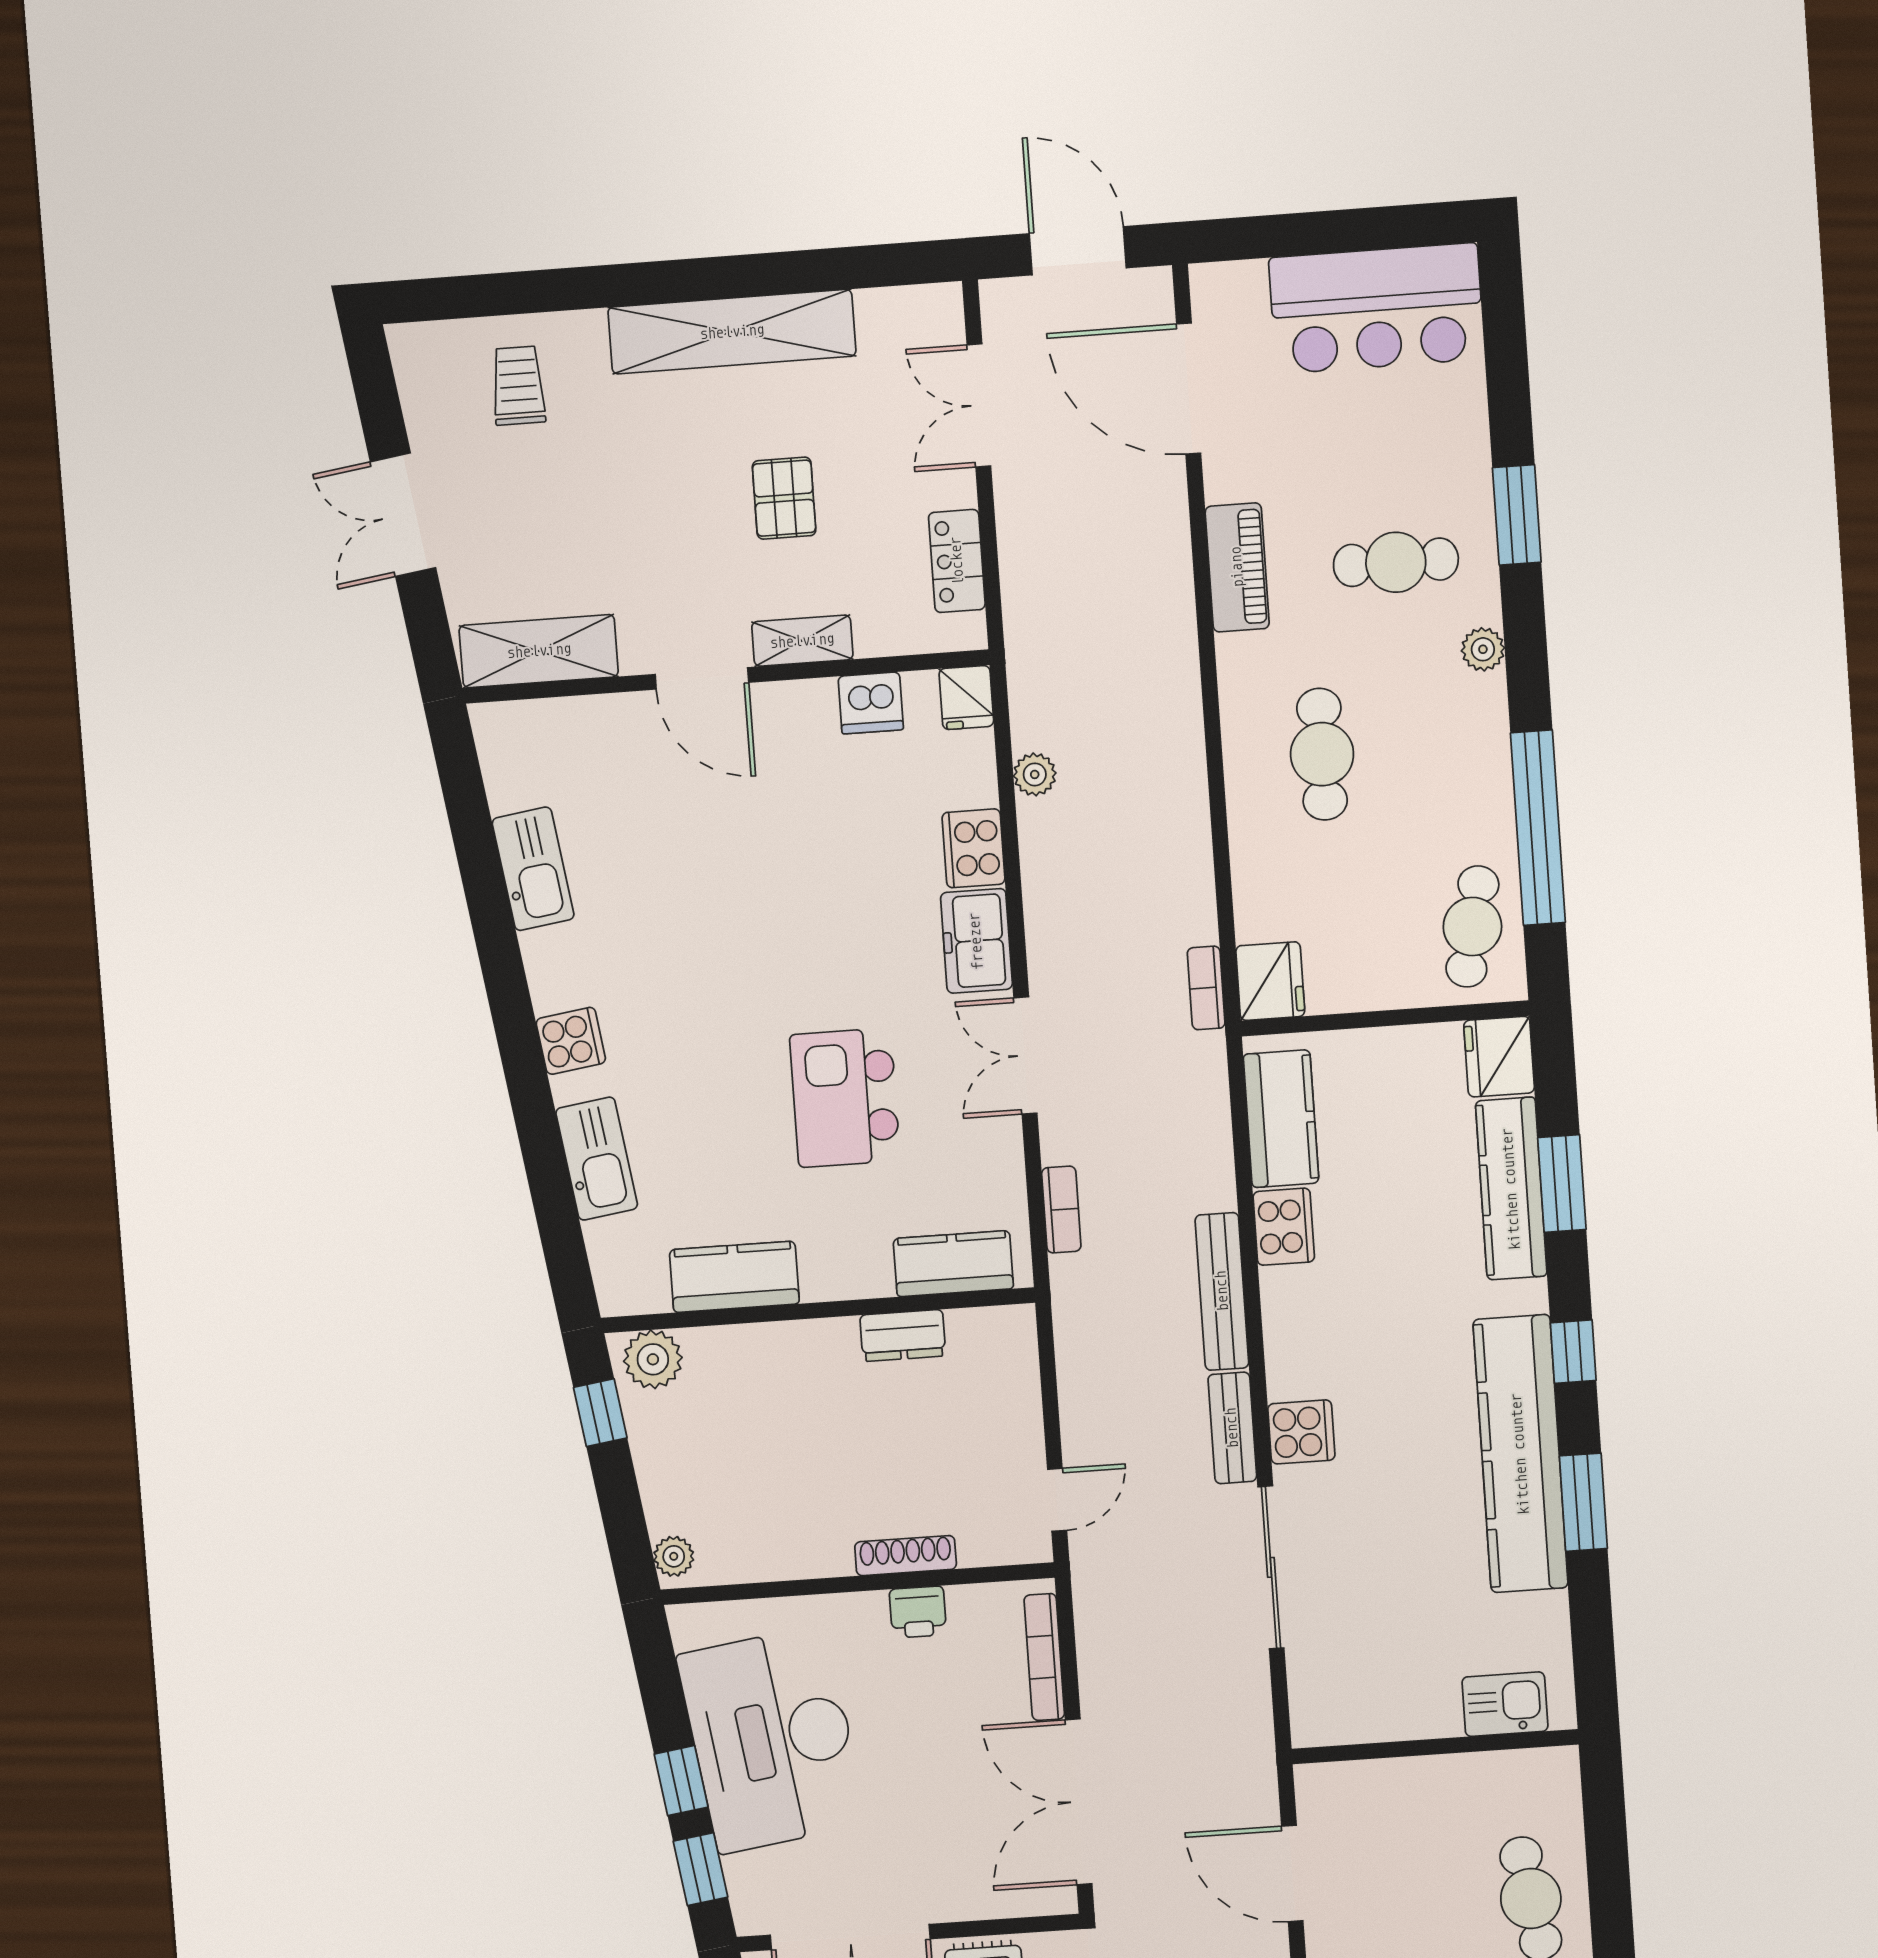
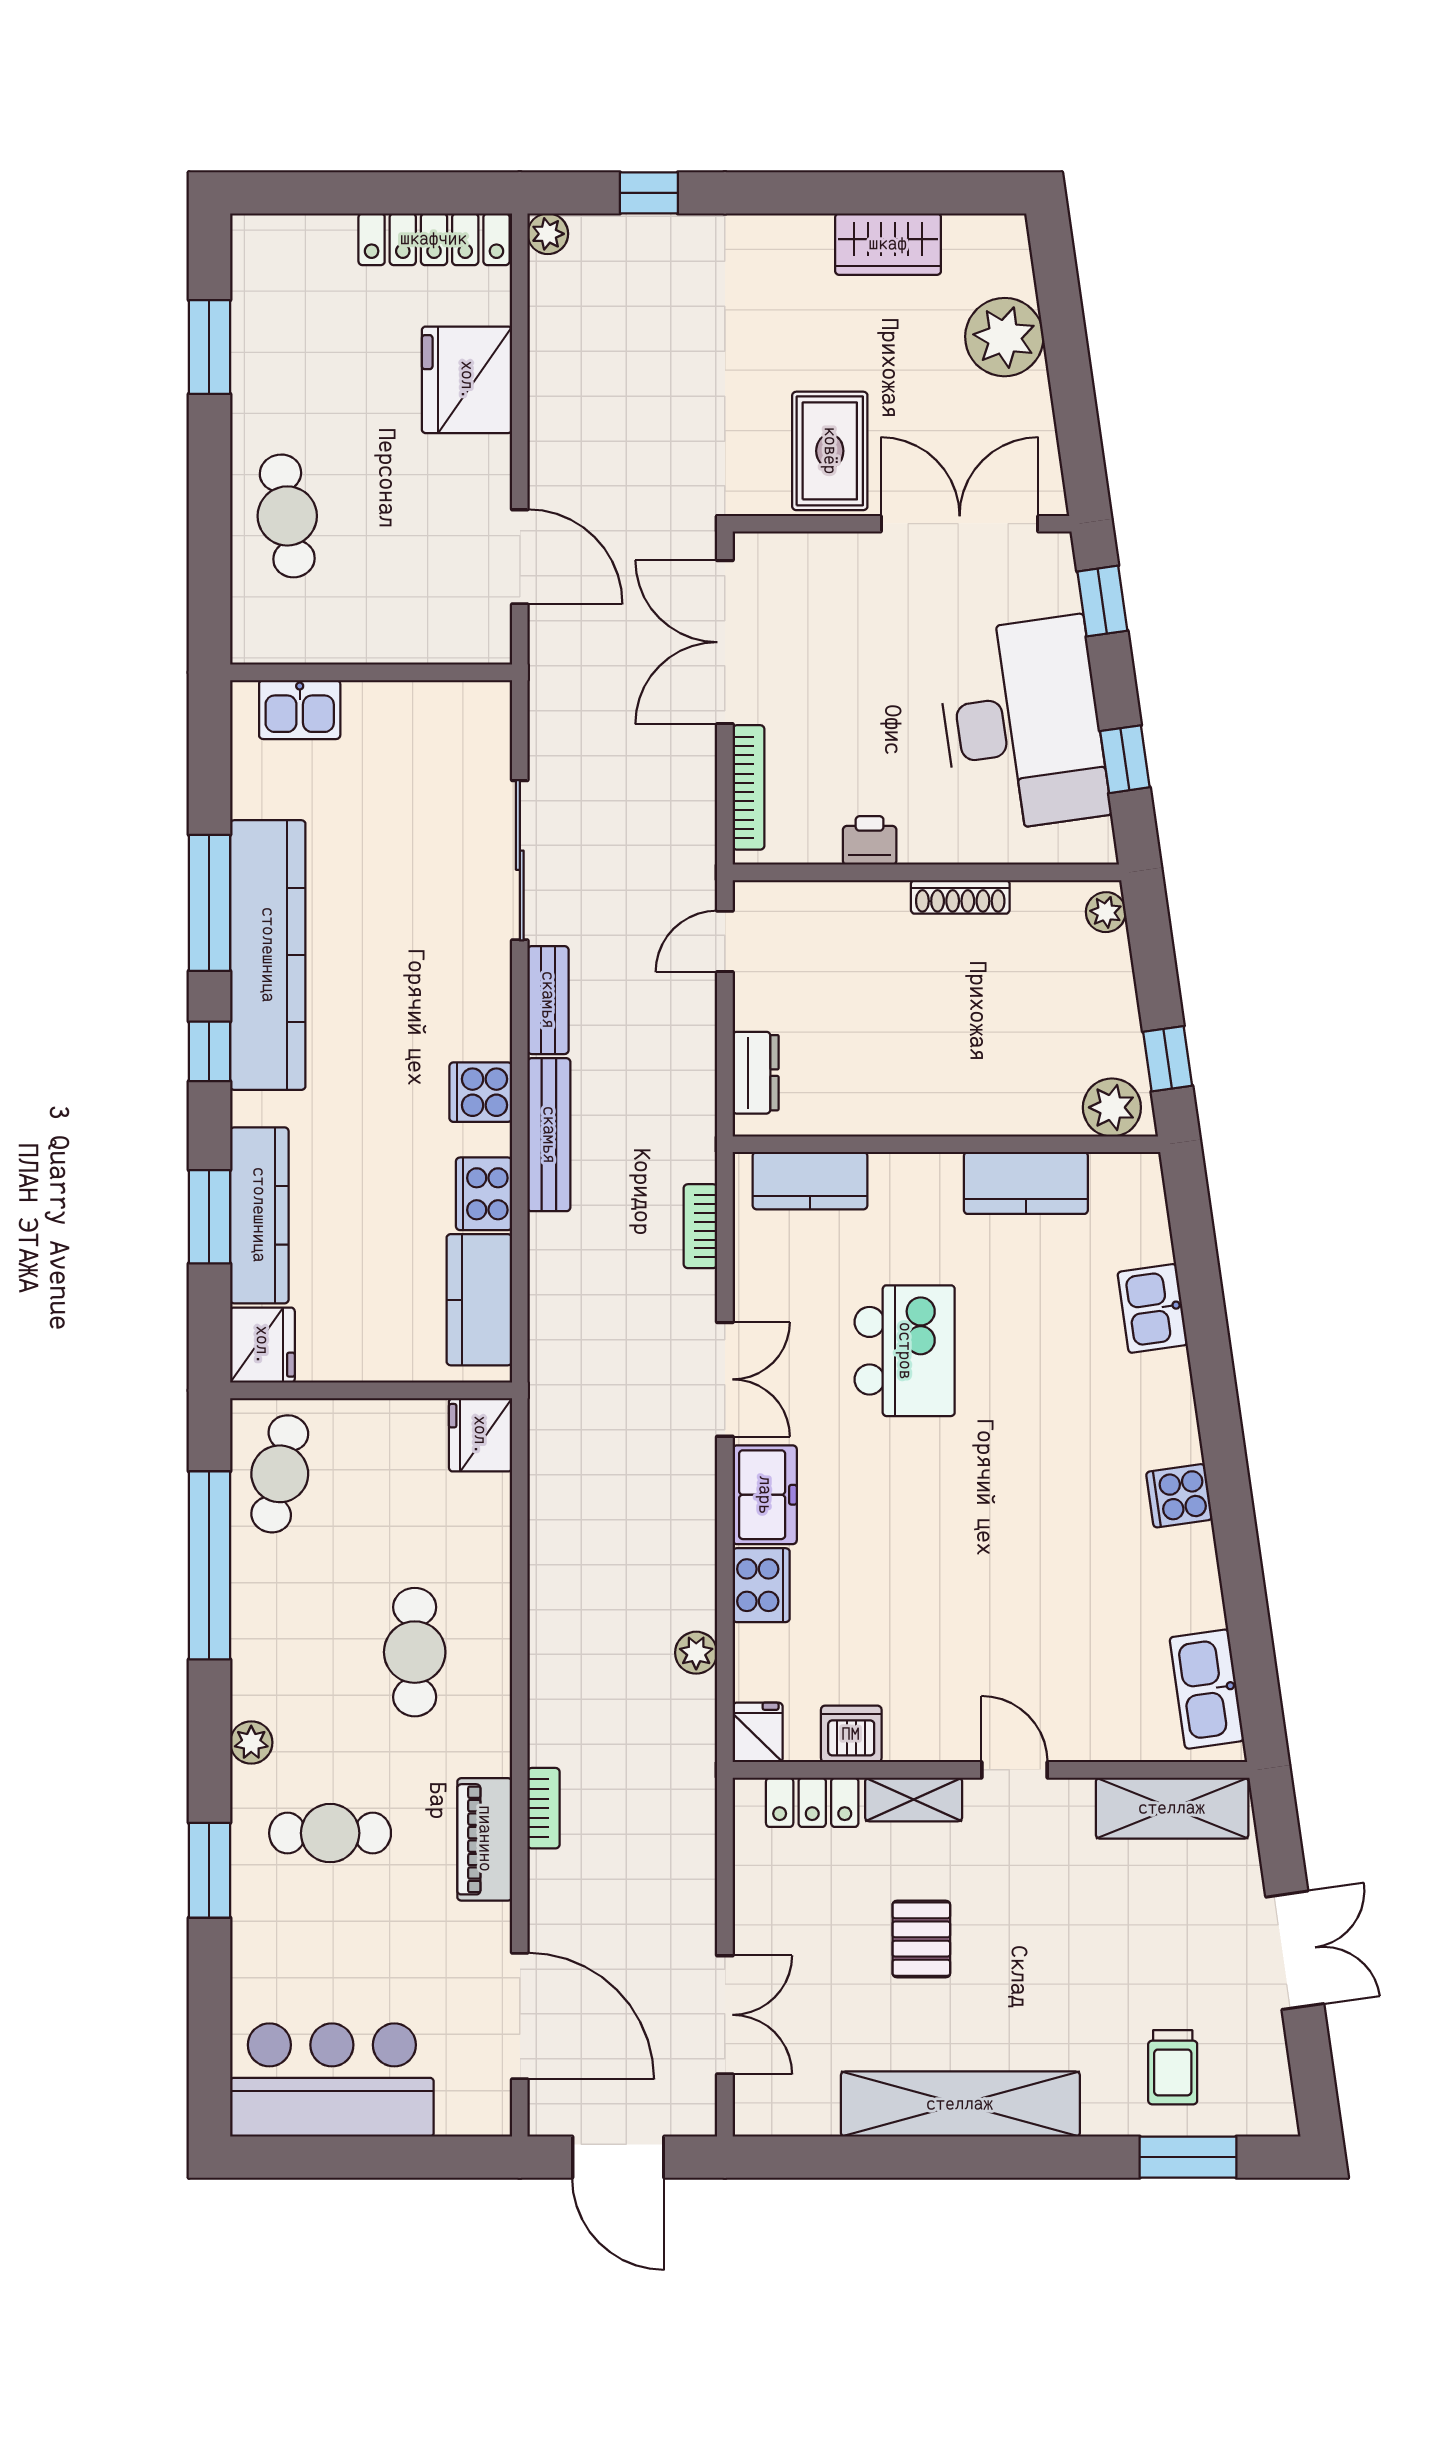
window: (496, 294) -> (1188, 2157), added
locker: (957, 561) -> (812, 1802), moved, turned 90
door: (702, 678) -> (1014, 1770), width x0.73
kitchen sink: (533, 869) -> (1207, 1689), moved
bookcase: (1206, 988) -> (544, 1808), moved
cooker: (571, 1041) -> (1179, 1496), moved
kitchen sink: (597, 1159) -> (1152, 1308), width x0.73
dresser: (903, 1336) -> (756, 1073), moved, turned 90
cooker: (1301, 1432) -> (481, 1092), moved
window: (1583, 1502) -> (209, 903), width x1.44
shoe rack: (906, 1556) -> (960, 897), moved
window: (681, 1781) -> (1125, 759), moved
double door: (1079, 1802) -> (725, 642), swing flipped

